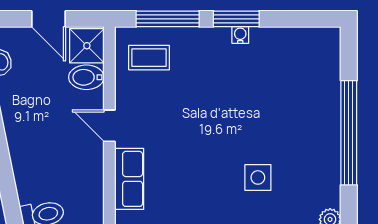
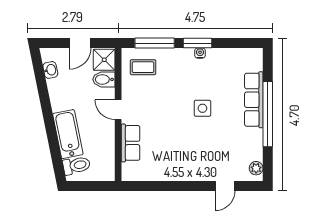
door: (48, 19) -> (80, 43), hinge flipped
row of seats: (326, 110) -> (254, 100), added
bathtub: (29, 165) -> (68, 134), added
side table: (258, 177) -> (202, 108), moved

